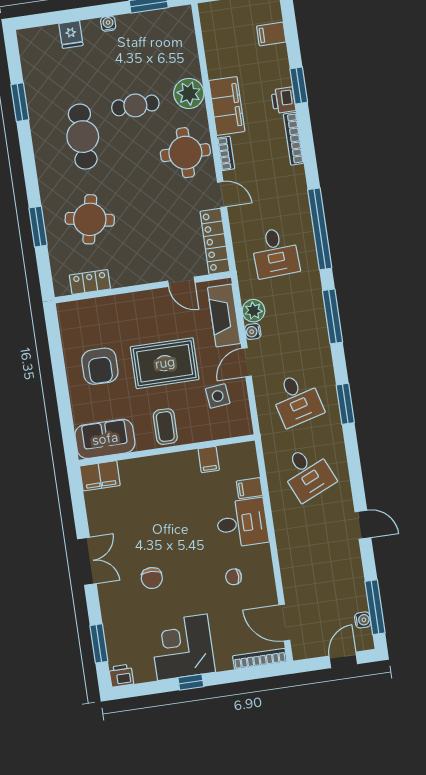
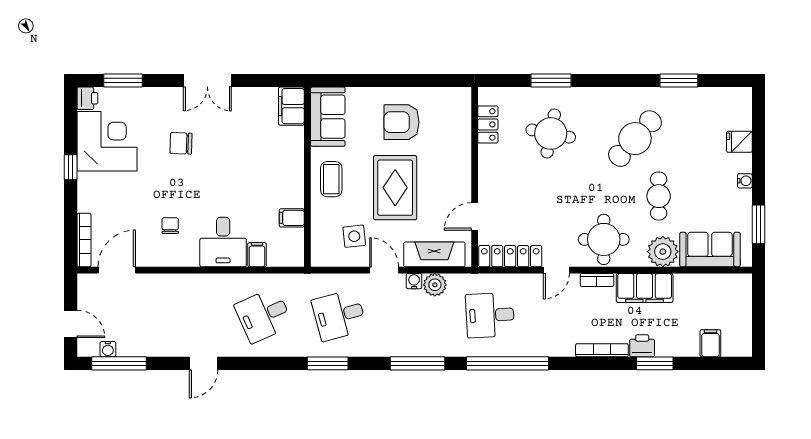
sofa: (180, 48) -> (710, 250), added
cafe table: (83, 137) -> (635, 139), turned -48
coffee table: (165, 427) -> (331, 179), turned 90
corner desk: (182, 647) -> (107, 141), moved

